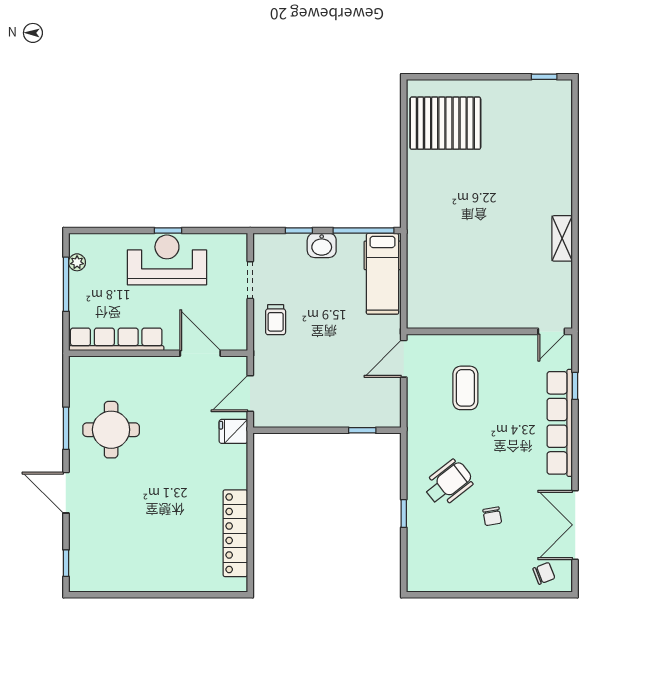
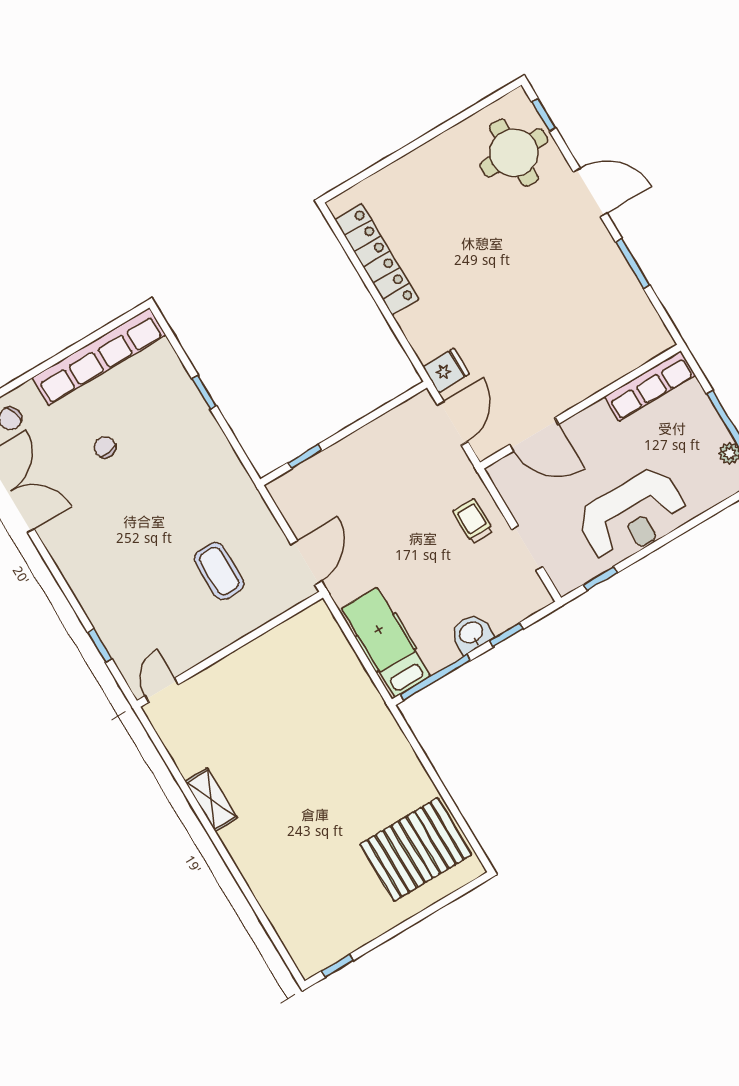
window: (168, 230) -> (600, 579), moved
row of seats: (116, 339) -> (650, 386), width x0.73
row of seats: (560, 423) -> (99, 357), moved, turned 90
round table: (111, 430) -> (514, 153), moved
wheelchair: (448, 483) -> (175, 455), removed

